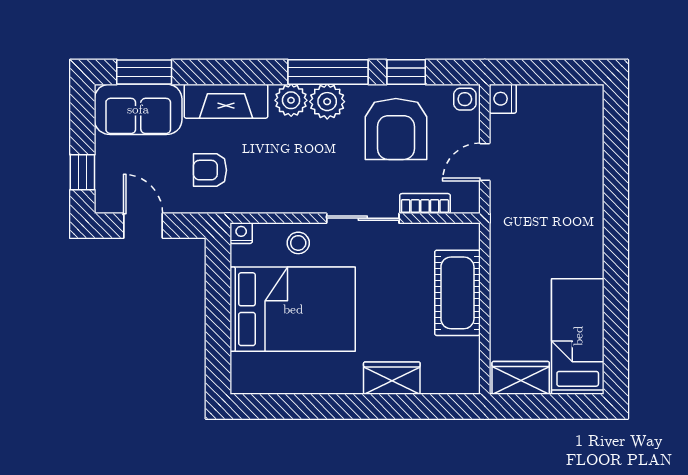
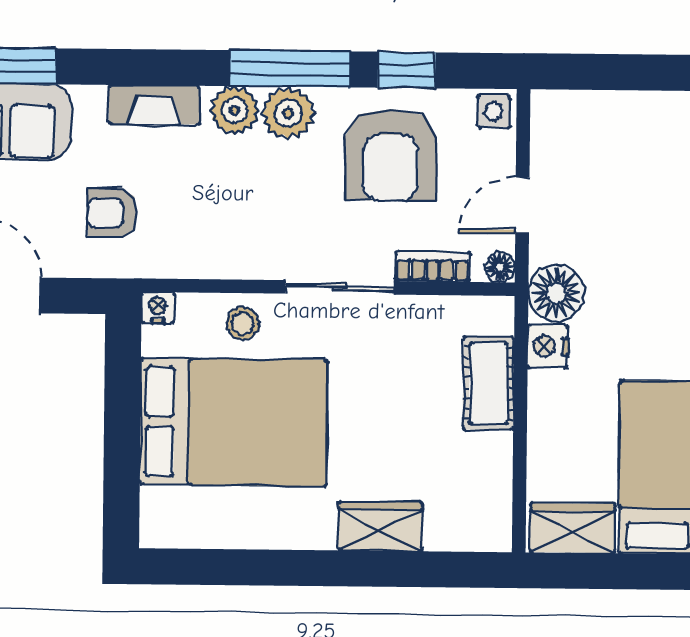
nightstand: (503, 99) -> (548, 346), moved
fireplace: (226, 101) -> (154, 105), width x0.73, depth x0.76
floor lamp: (470, 204) -> (500, 267), added
floor lamp: (508, 220) -> (556, 293), added
cot: (457, 293) -> (488, 383), width x0.73, depth x0.75

